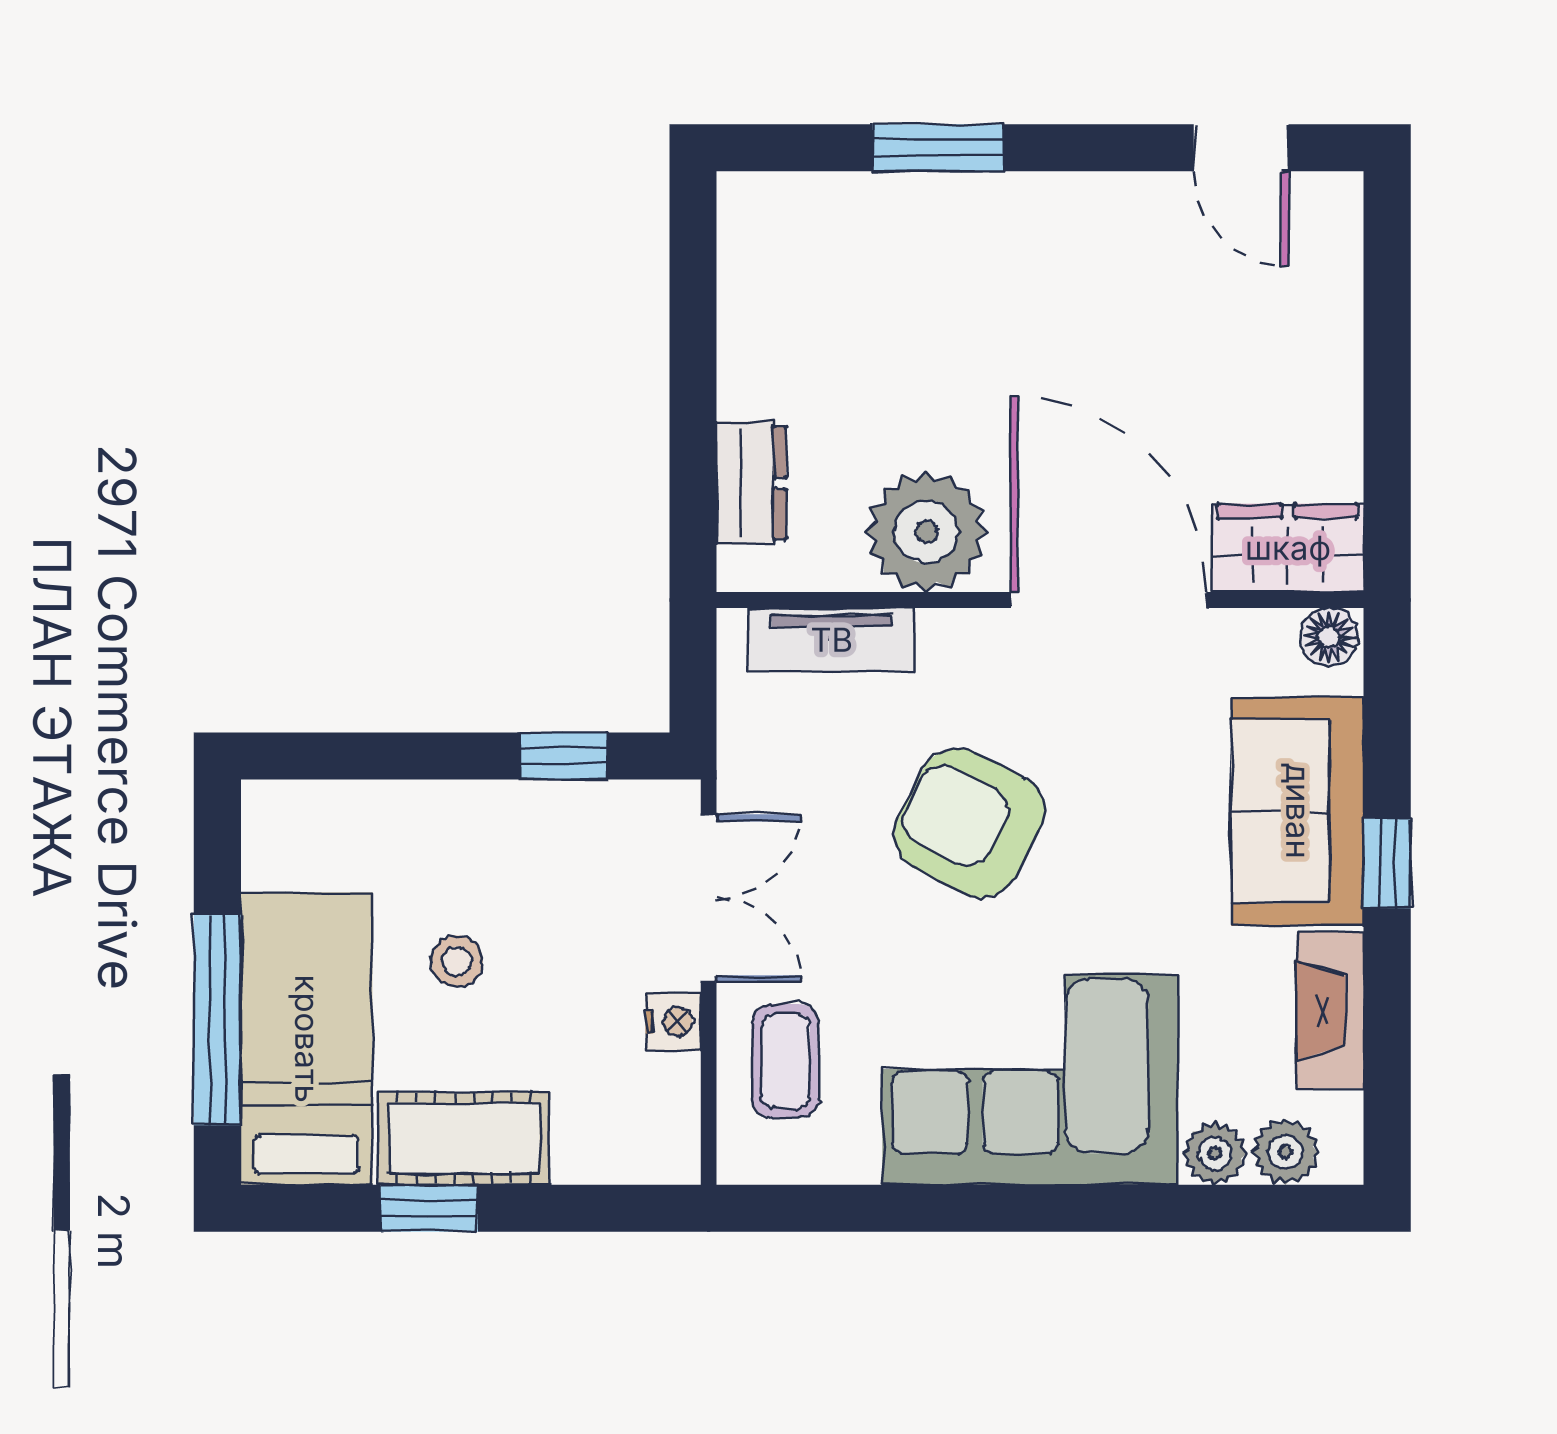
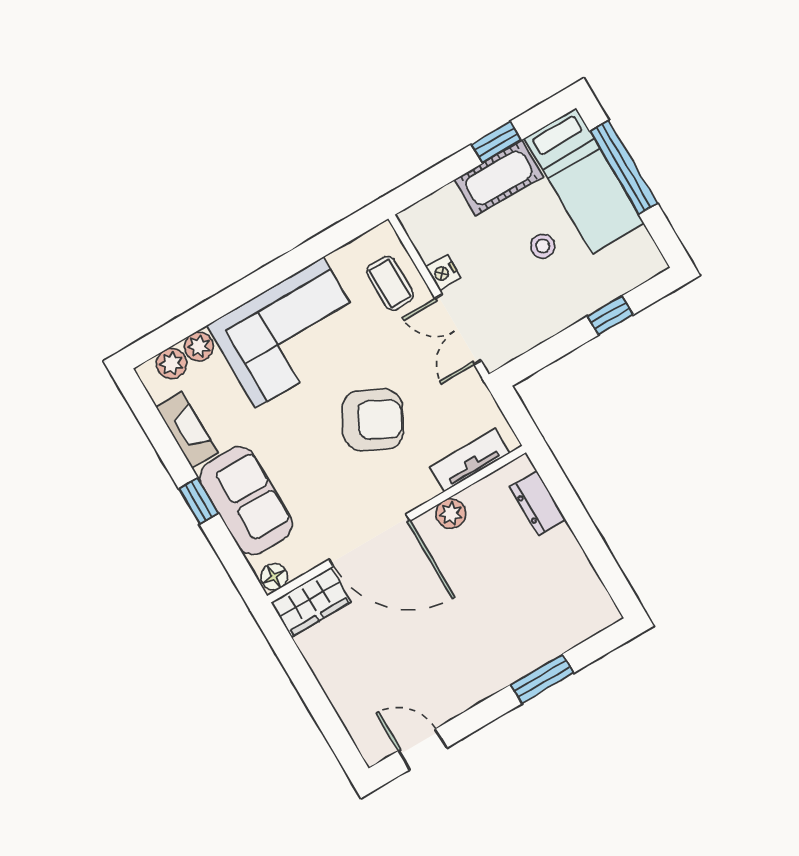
plant: (926, 532) -> (451, 514), width x0.53, depth x0.53
window: (563, 756) -> (610, 315), moved

